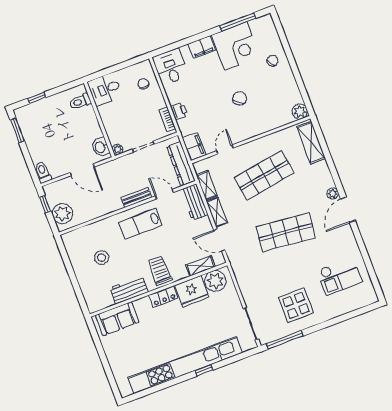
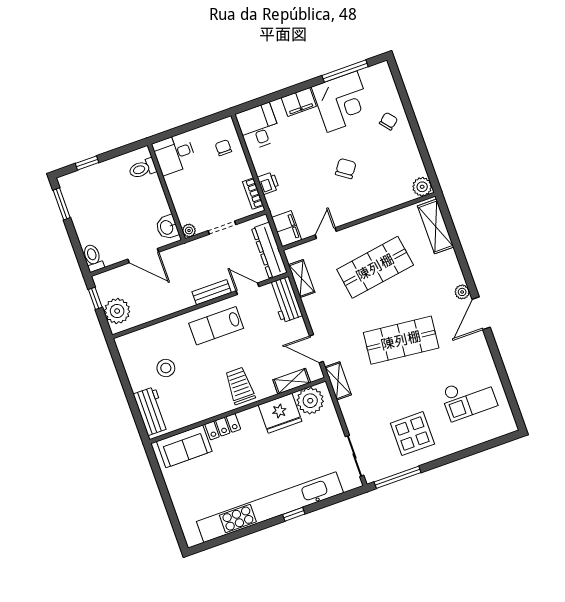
shelving: (217, 212) -> (338, 381), moved
workbench: (129, 290) -> (151, 411), moved, turned 90
locker: (163, 297) -> (223, 427), moved

